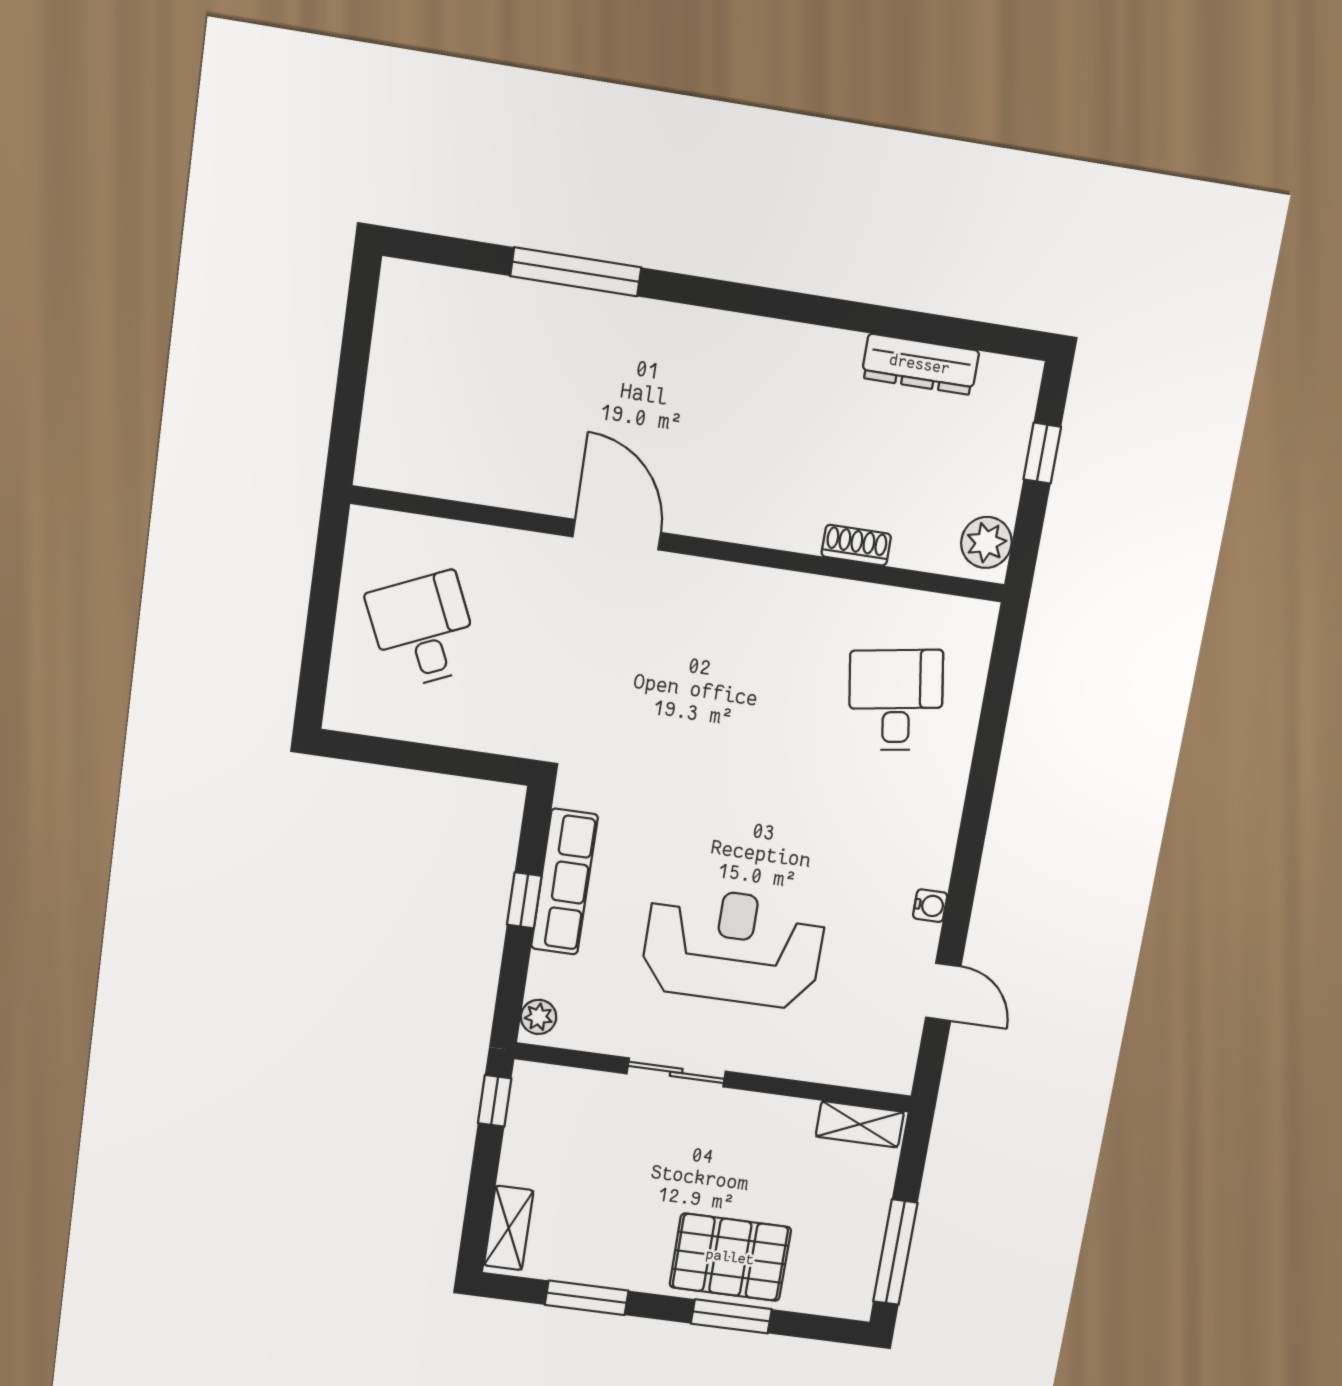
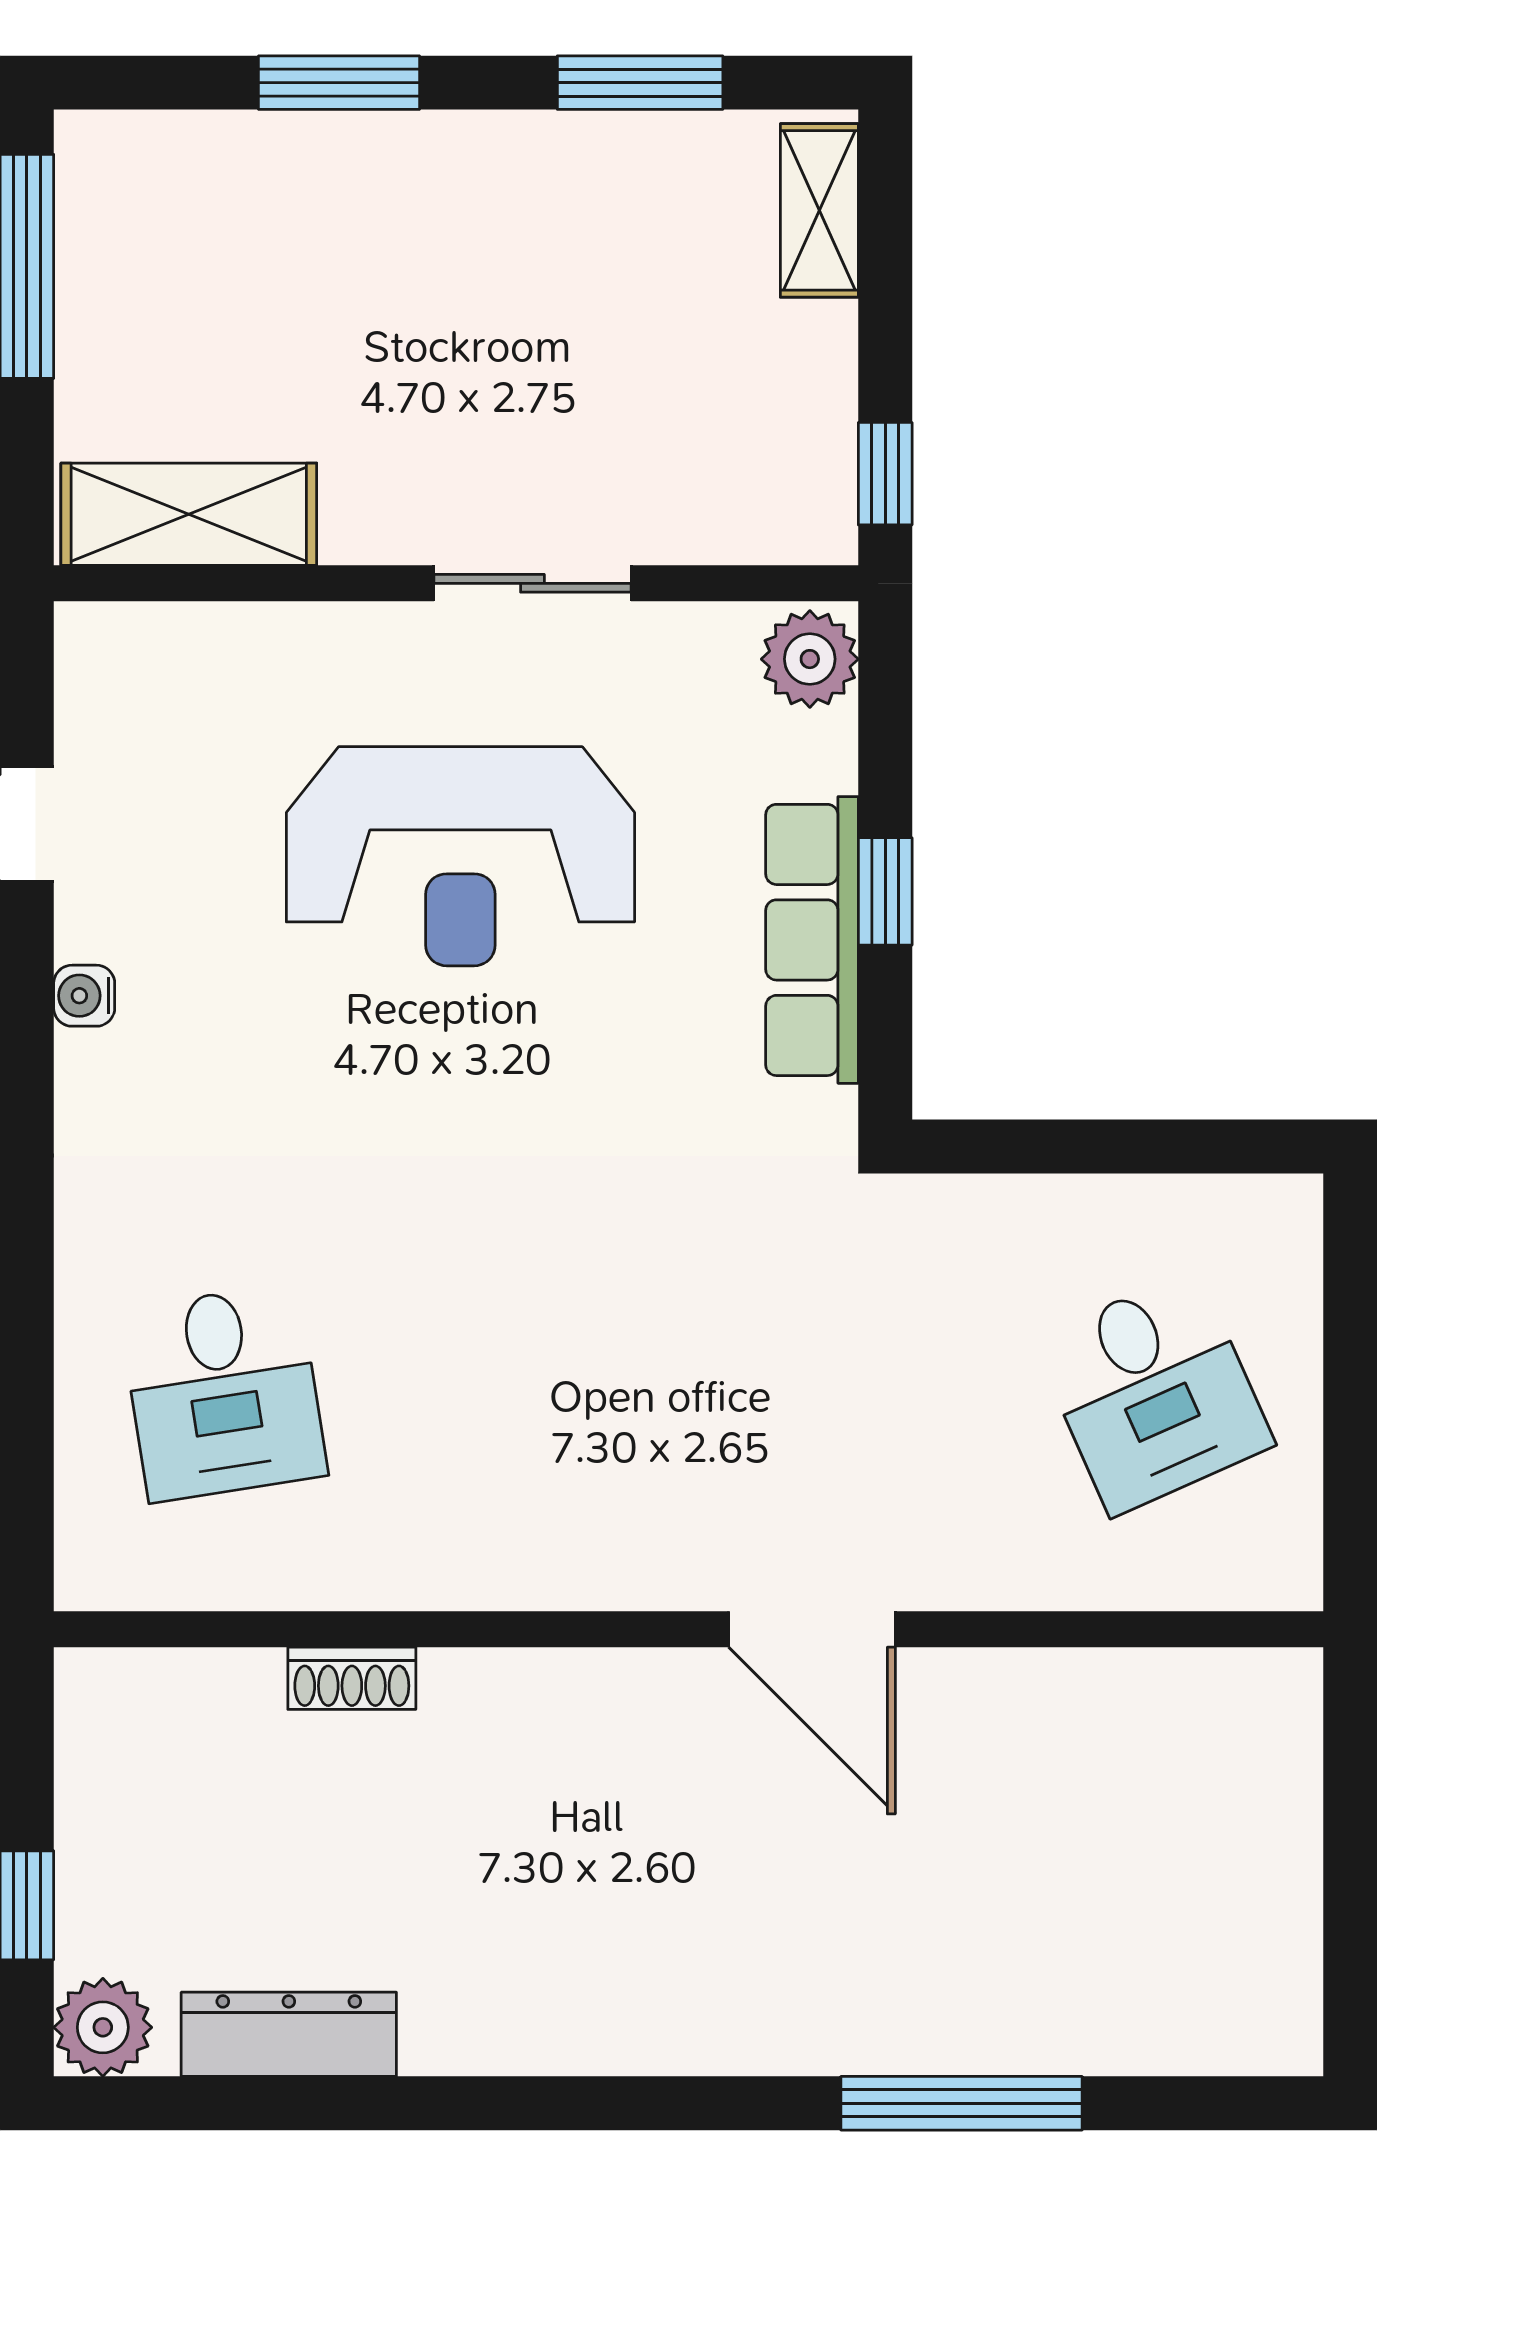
plant: (986, 542) -> (103, 2027), moved
plant: (539, 1017) -> (810, 659), width x1.38, depth x1.38
shelving: (860, 1124) -> (189, 514), width x1.50, depth x1.33
pallet: (730, 1257) -> (362, 209), removed

